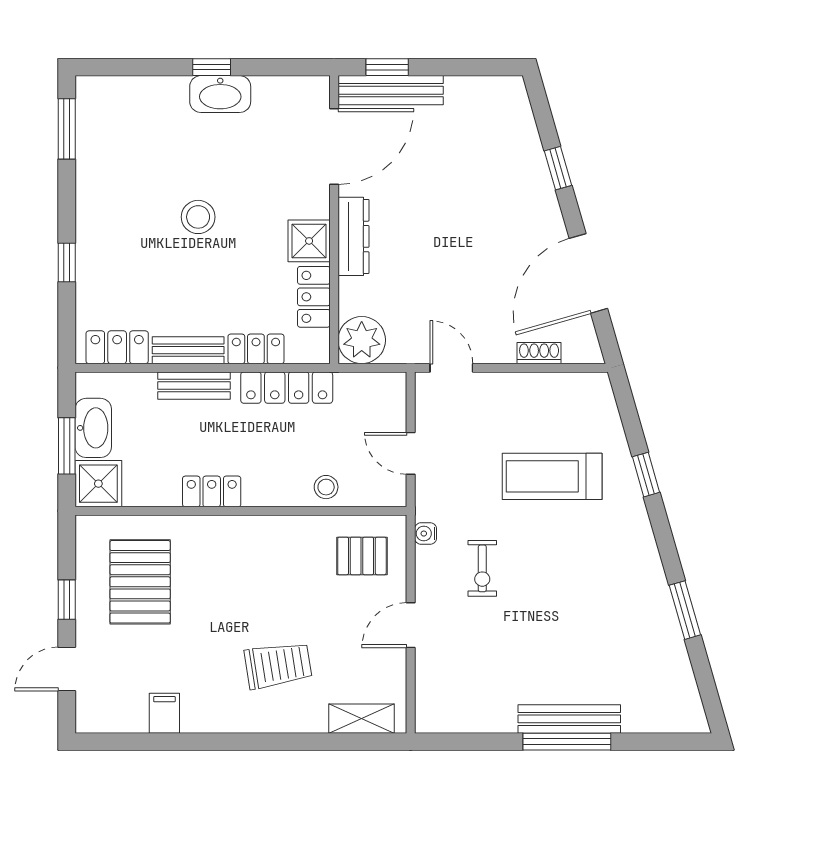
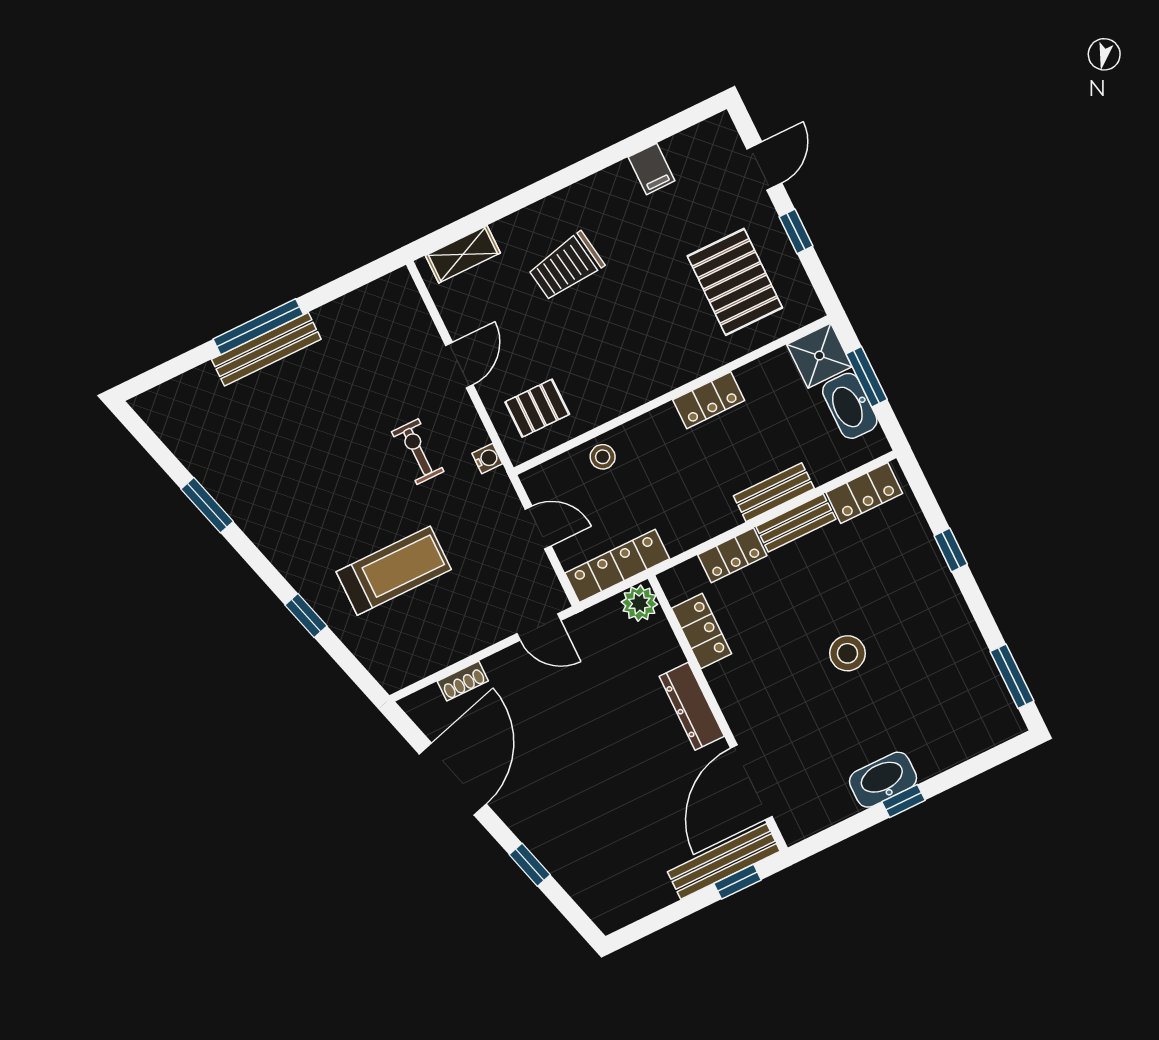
shower: (309, 241) -> (732, 682), removed
plant: (362, 340) -> (639, 603), width x0.73, depth x0.73
locker: (287, 388) -> (617, 566), moved

